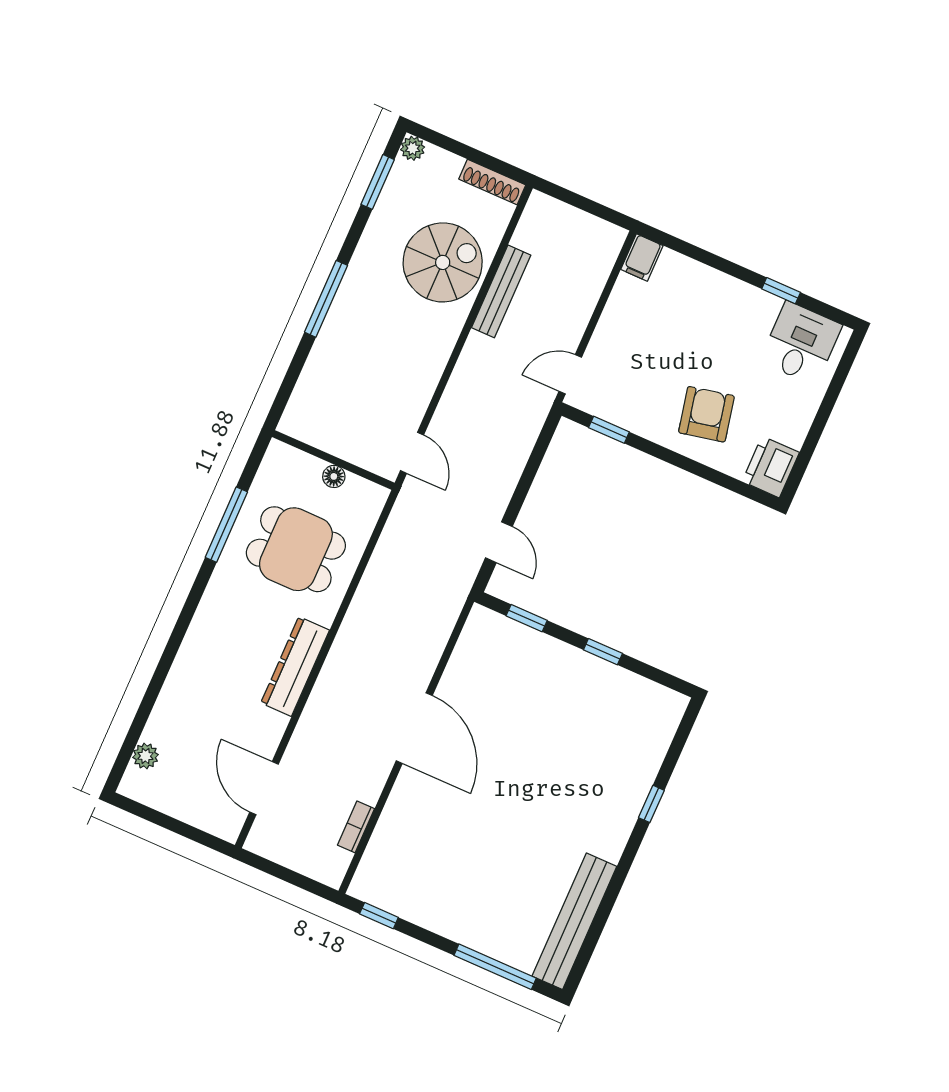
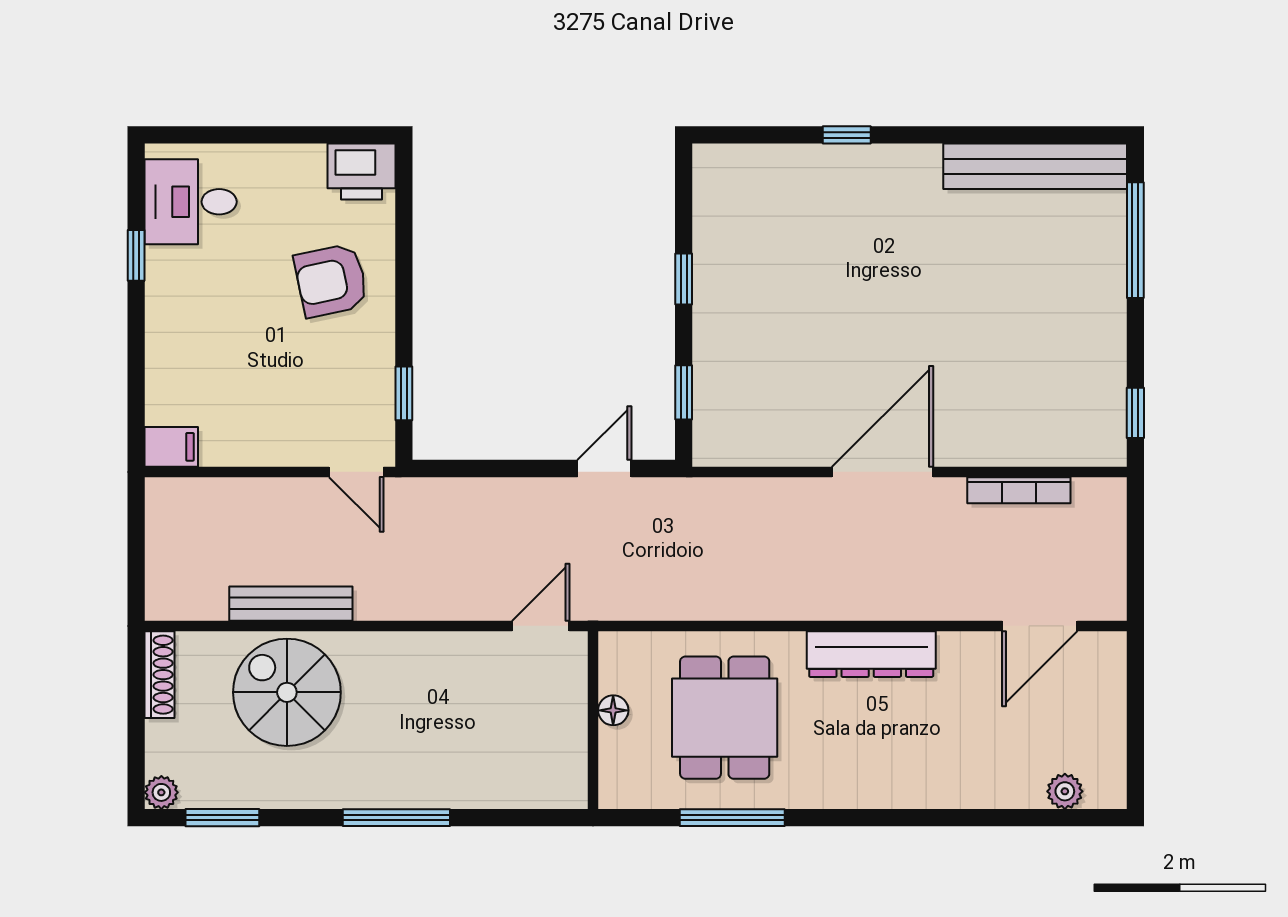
bookcase: (356, 827) -> (1019, 490), width x1.56

